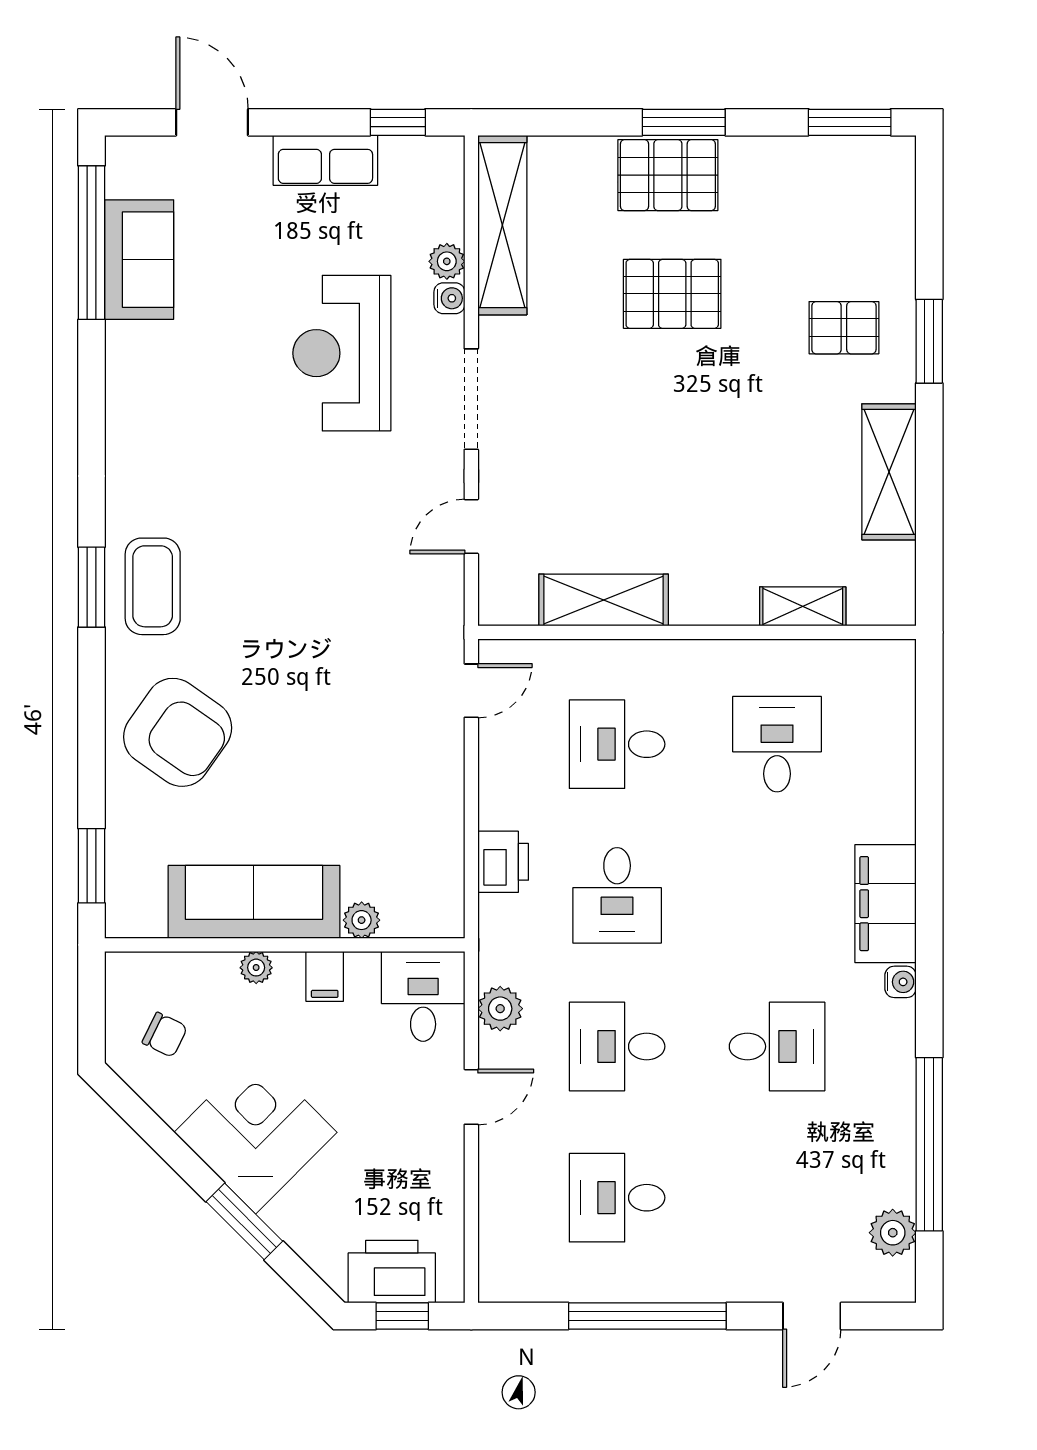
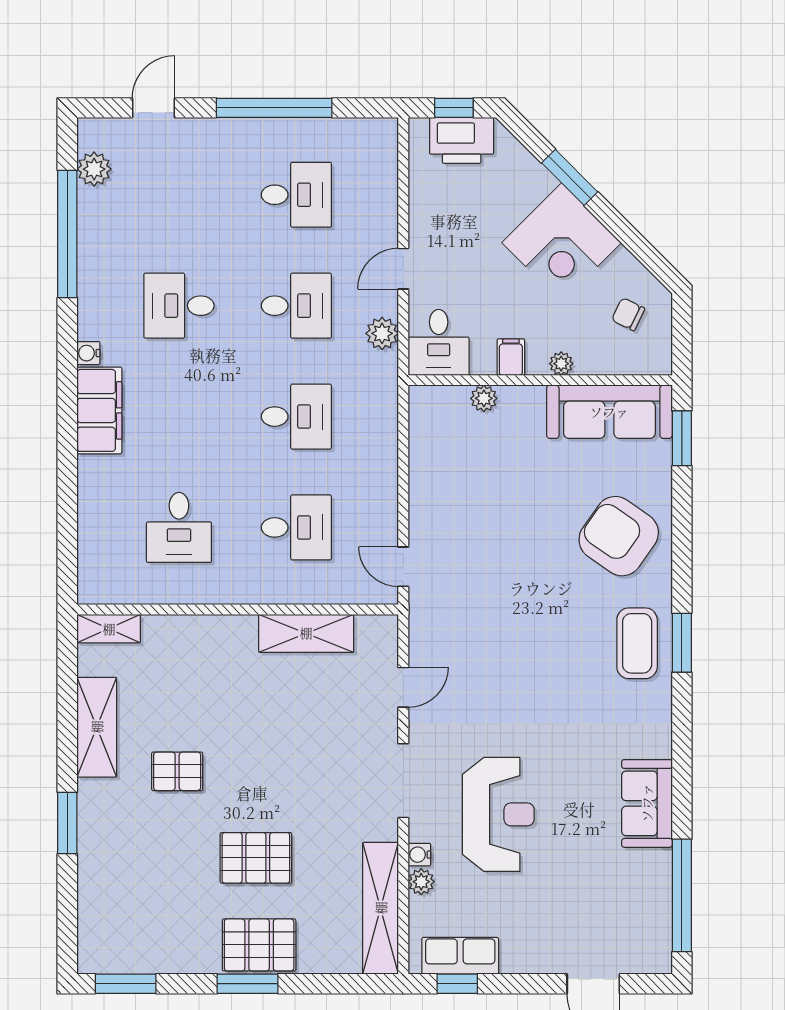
row of seats: (325, 160) -> (460, 956), moved
sofa: (139, 260) -> (647, 803), moved
pallet: (844, 328) -> (177, 771), moved
shelving: (803, 606) -> (109, 629), moved
door: (471, 691) -> (403, 567), hinge flipped
printer: (503, 862) -> (380, 441), removed
desk: (617, 895) -> (296, 417), turned 90
sofa: (254, 902) -> (609, 412), moved

